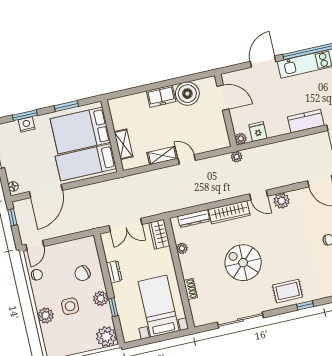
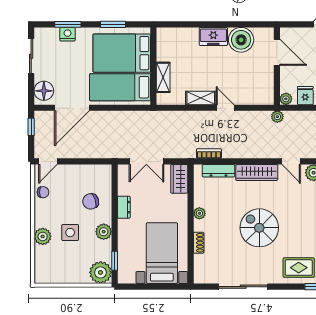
floor lamp: (13, 186) -> (44, 91), width x1.89, depth x1.89
bookcase: (181, 205) -> (209, 153), added
plant: (182, 248) -> (199, 213), moved
window: (113, 307) -> (115, 261), moved

